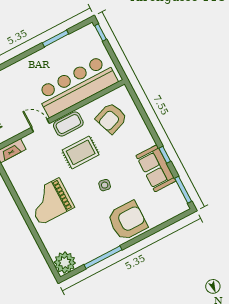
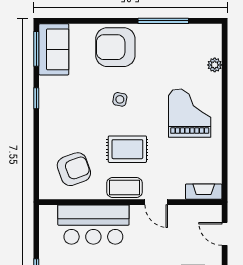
bar counter: (77, 86) -> (93, 225), width x0.73
sofa: (156, 168) -> (54, 49), moved
grand piano: (50, 201) -> (190, 113), turned -90
plant: (65, 263) -> (215, 65), moved, width x0.53, depth x0.53

